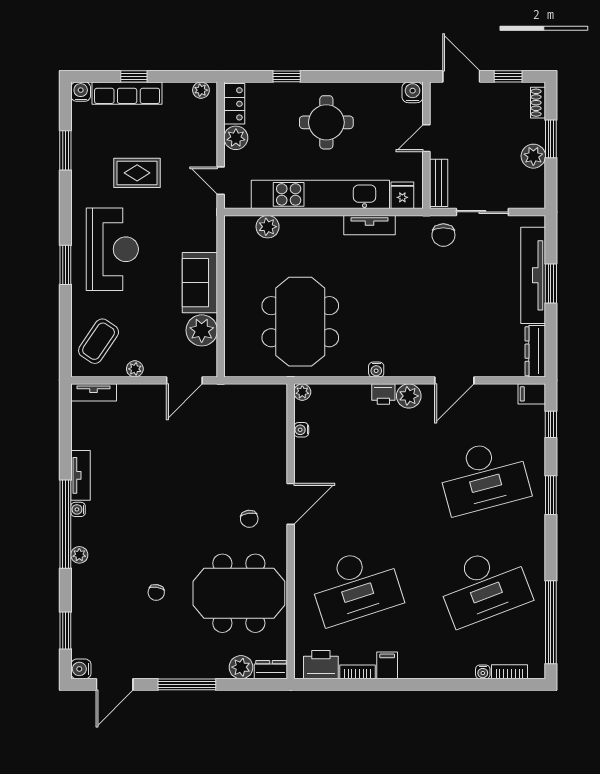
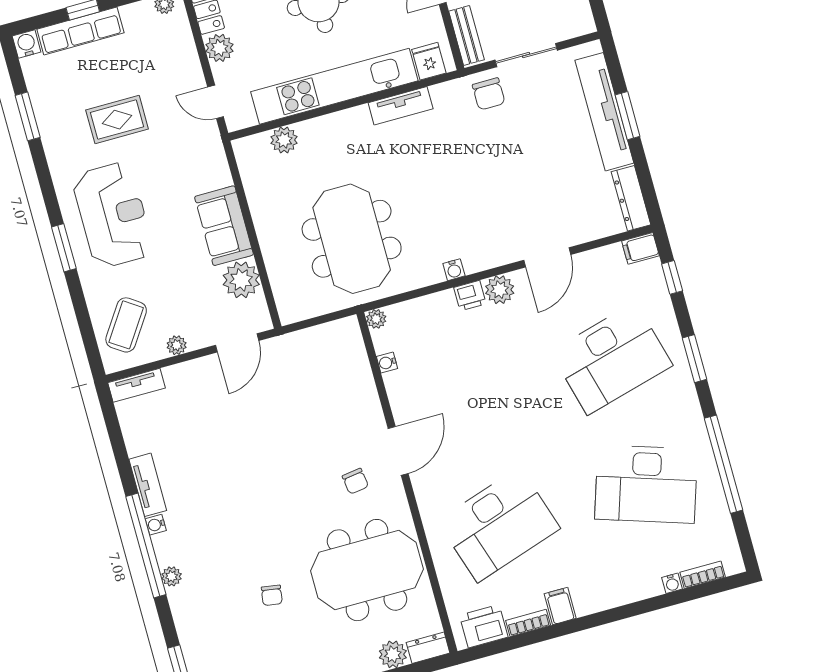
desk: (484, 586) -> (646, 484), turned 39
window: (551, 622) -> (723, 464), moved

